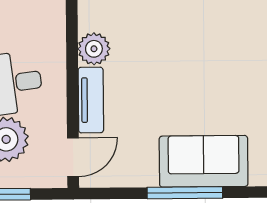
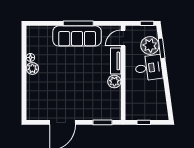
sofa: (204, 161) -> (77, 36), width x1.36

